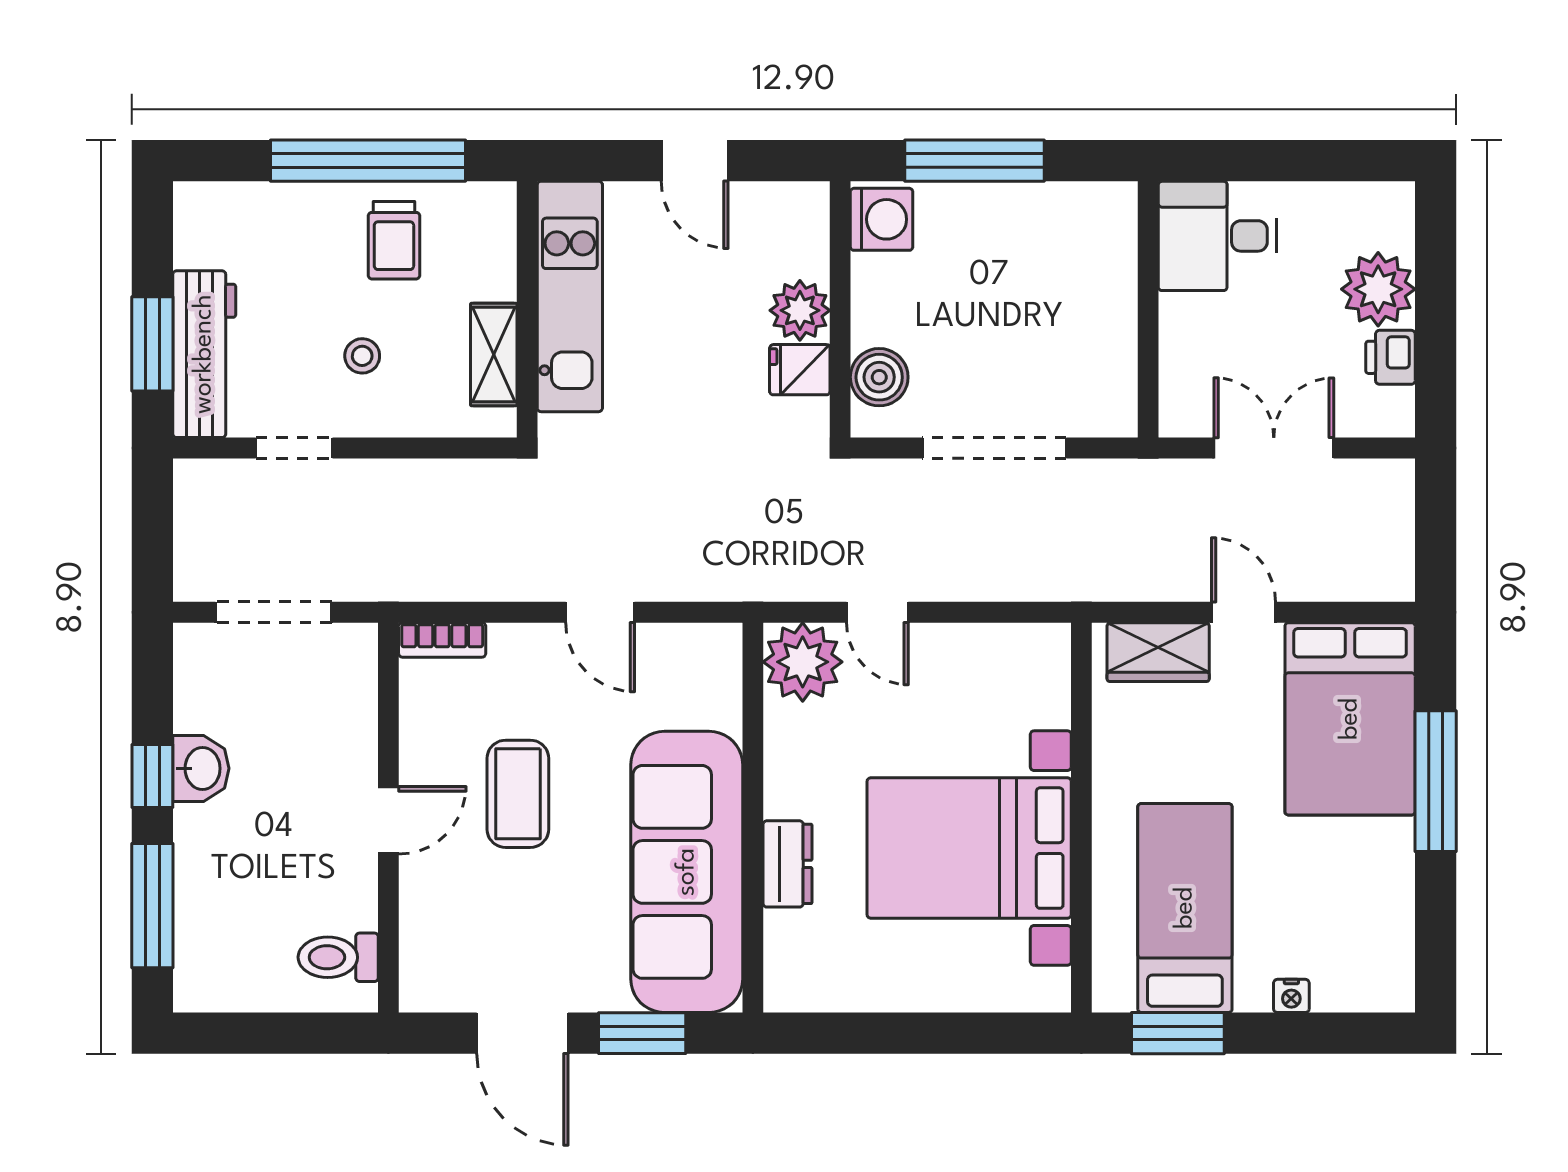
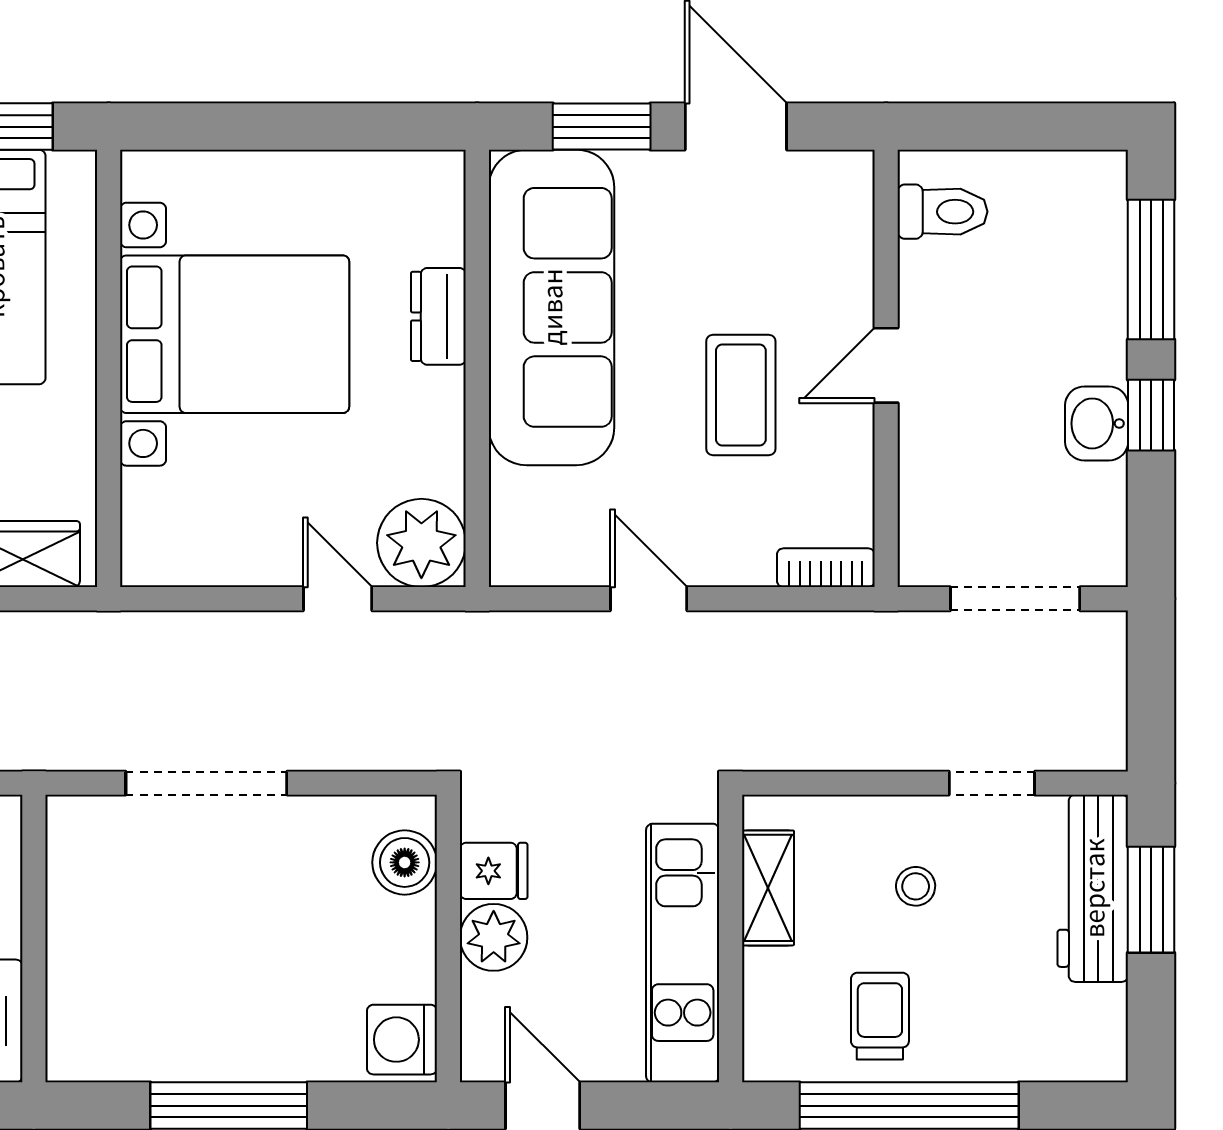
washing machine: (882, 219) -> (402, 1040), moved
wall: (840, 309) -> (448, 939), moved
plant: (800, 310) -> (494, 937), moved
fridge: (800, 370) -> (494, 871), moved
boiler: (879, 377) -> (405, 862), moved

